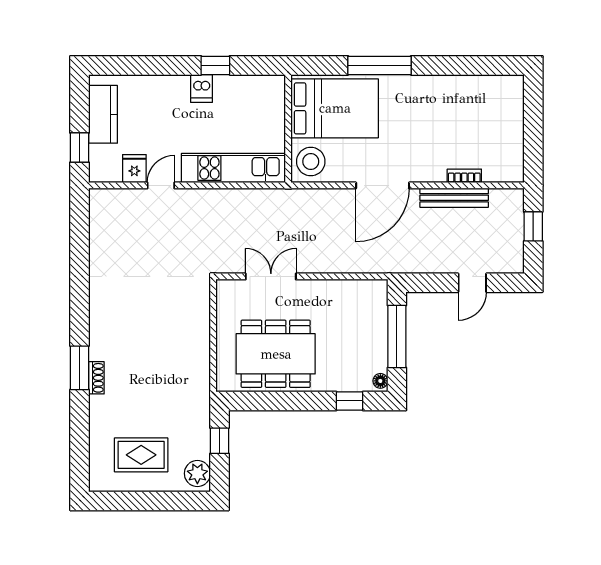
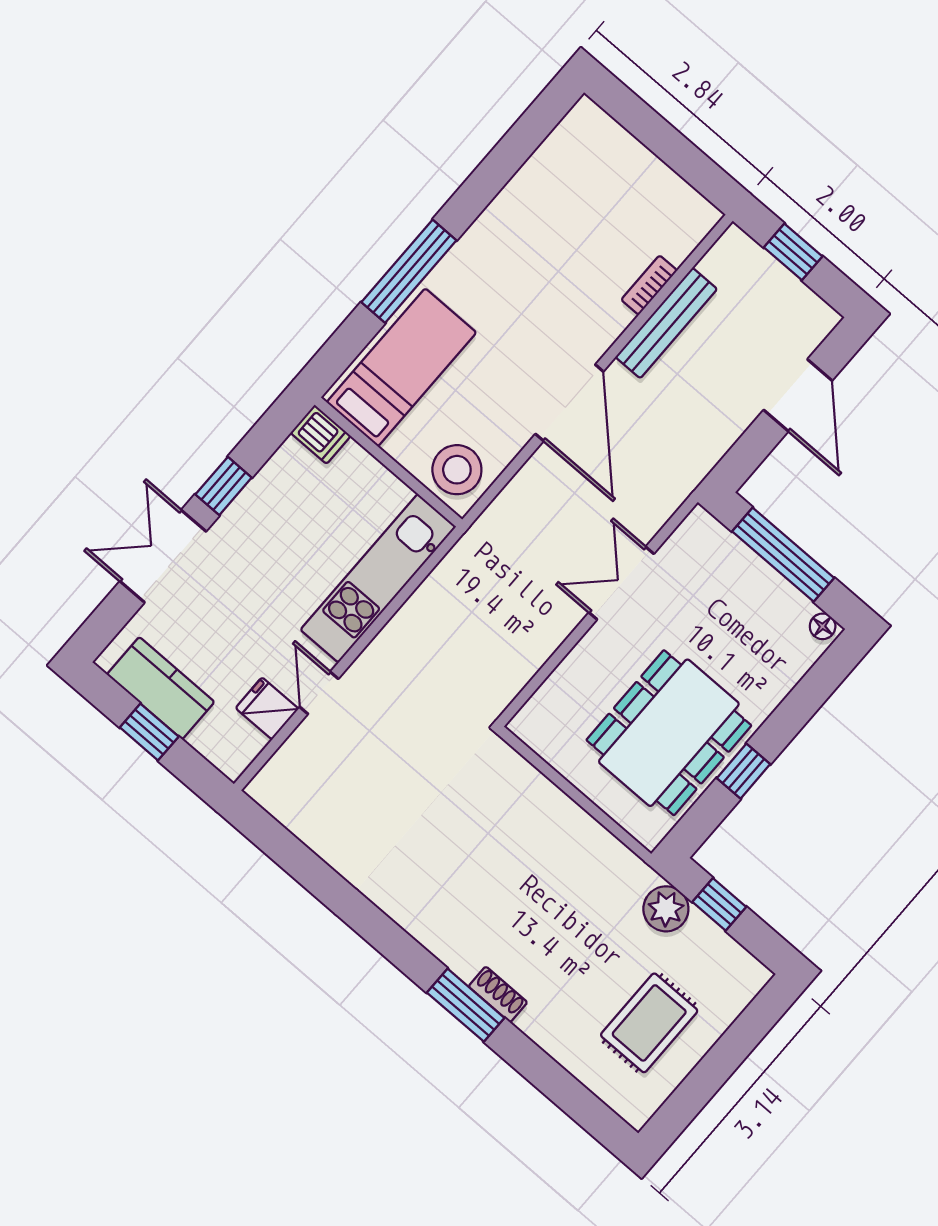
double door: (162, 65) -> (163, 556), added
dishwasher: (202, 88) -> (321, 434), moved
bed: (335, 108) -> (402, 367), width x0.67
window: (79, 148) -> (149, 732), moved
double door: (271, 276) -> (621, 583), moved
door: (472, 283) -> (798, 395), width x1.38
window: (350, 401) -> (743, 771), moved
plant: (197, 473) -> (666, 909), moved

